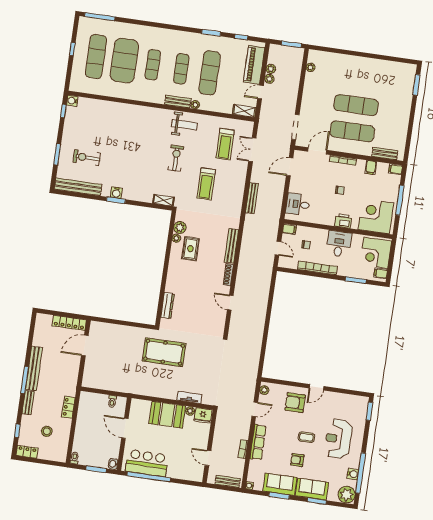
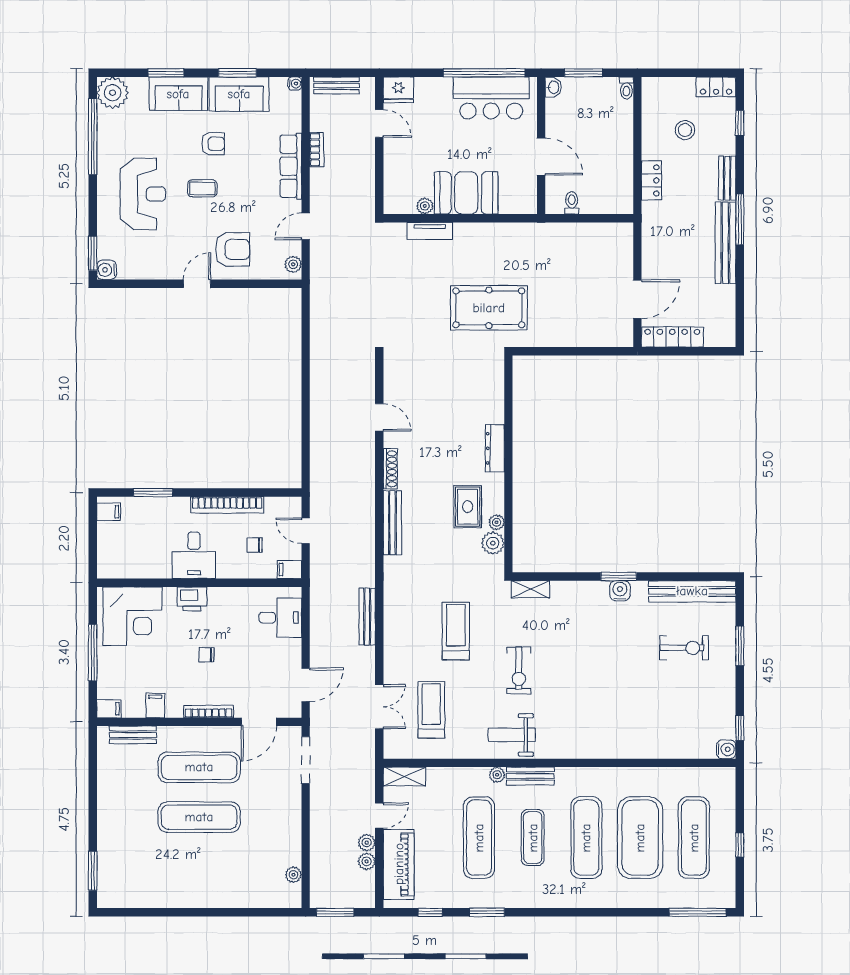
exercise mat: (153, 65) -> (586, 838), width x1.36, depth x1.45
corner desk: (376, 253) -> (123, 549), removed
dresser: (167, 306) -> (495, 448), moved
fridge: (203, 415) -> (398, 90), moved, turned 180
water cooler: (353, 474) -> (107, 270), moved

